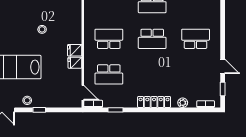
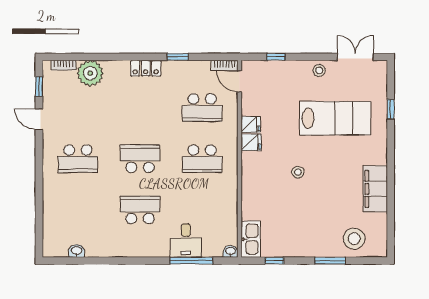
school desk: (109, 74) -> (202, 108), turned 180
locker: (154, 102) -> (146, 68), width x0.66
plant: (183, 103) -> (90, 73), width x1.88, depth x1.88
window: (39, 110) -> (276, 57), moved
window: (115, 110) -> (178, 57), moved

